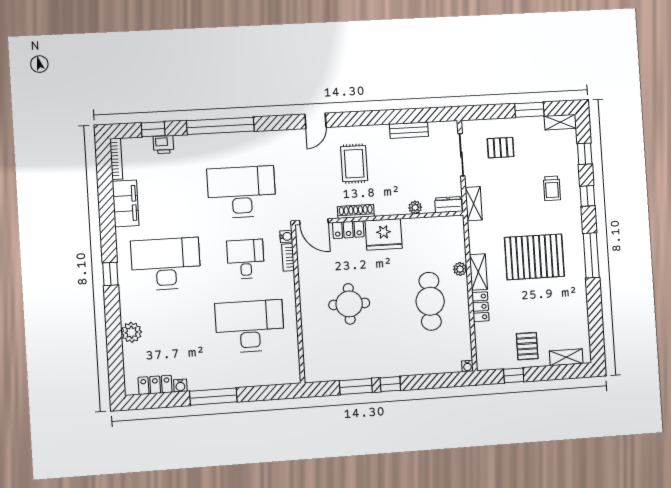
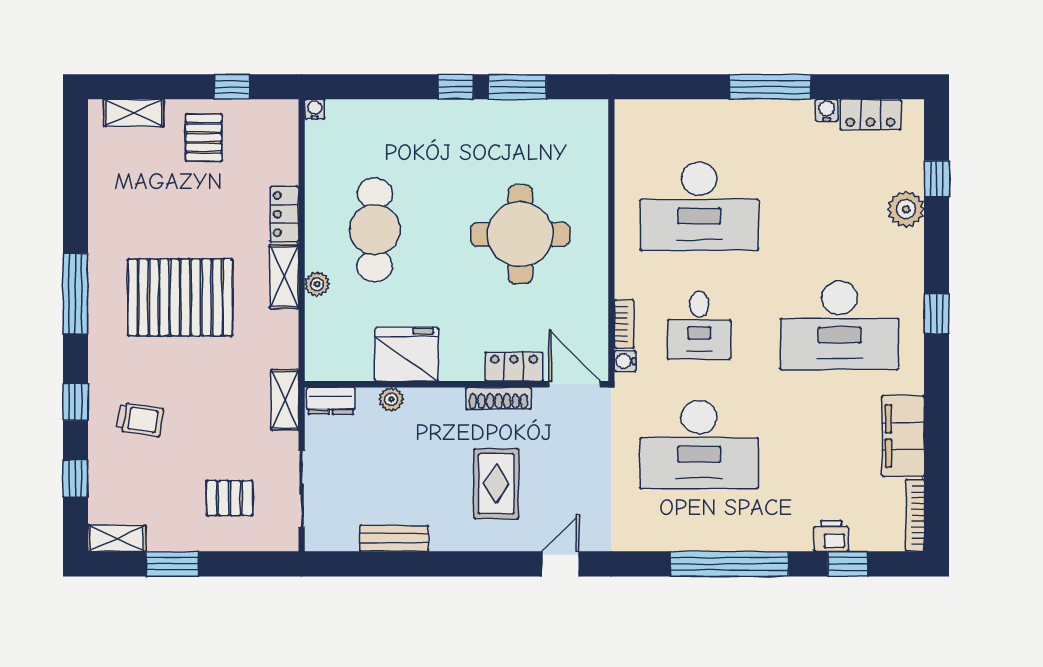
trolley: (552, 188) -> (140, 419), turned 99
fridge: (384, 234) -> (407, 354), moved
round table: (349, 304) -> (520, 234), width x1.36, depth x1.36
window: (115, 351) -> (937, 179), added

